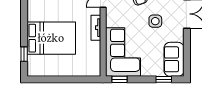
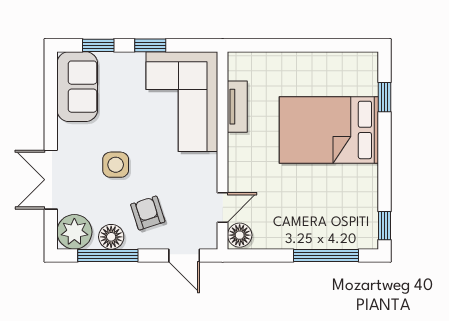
tv unit: (96, 28) -> (237, 107), moved
window: (119, 79) -> (150, 45), moved

